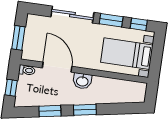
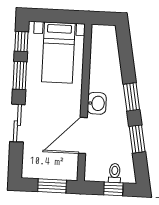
sliding door: (72, 15) -> (17, 123), width x0.73
toilet: (27, 70) -> (115, 173), moved

